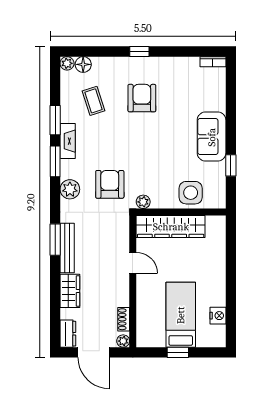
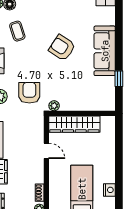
armchair: (142, 98) -> (62, 48), moved, turned -57
sofa: (212, 137) -> (105, 51), width x1.36
side table: (191, 193) -> (89, 99), removed

